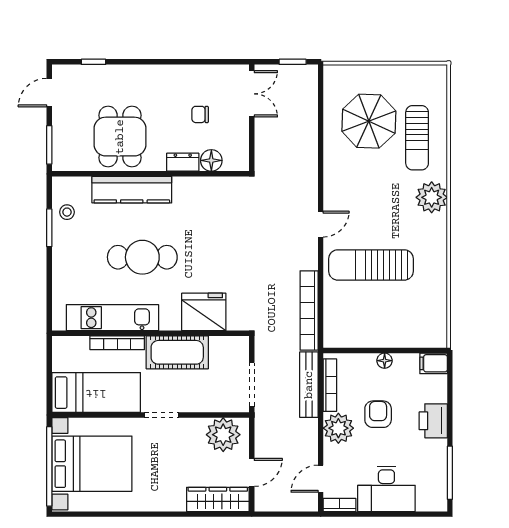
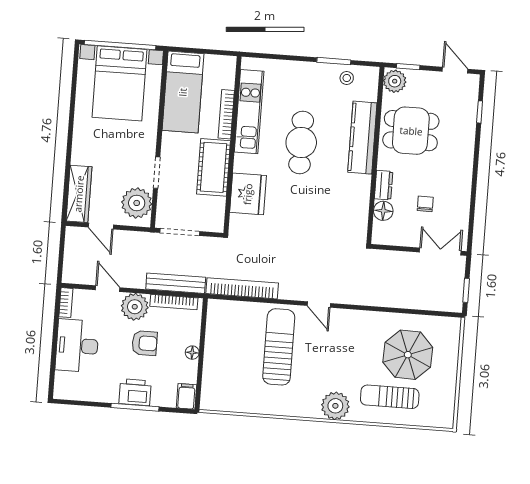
double door: (252, 94) -> (440, 252), swing flipped
window: (49, 145) -> (408, 67), width x0.67
plant: (67, 159) -> (395, 81), added
doorway: (162, 415) -> (157, 173), moved
window: (450, 473) -> (135, 407), moved
door: (321, 479) -> (108, 289), moved

